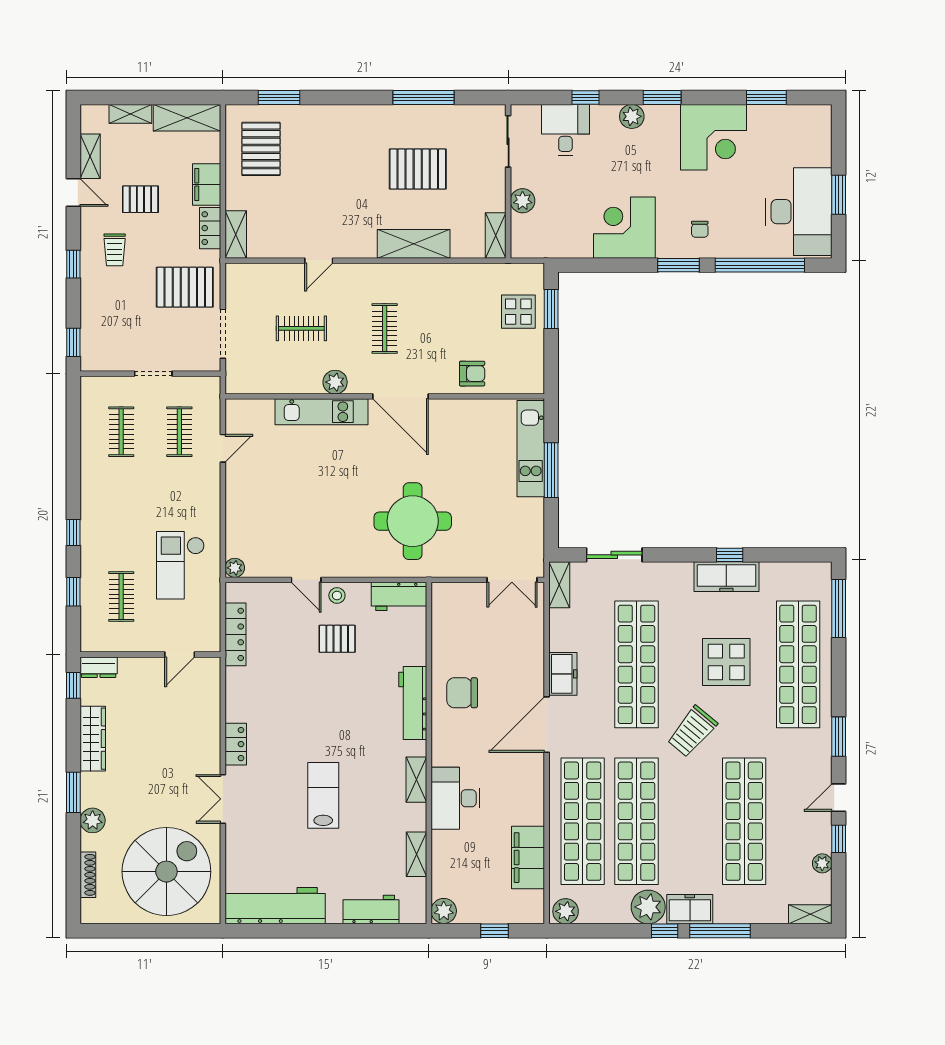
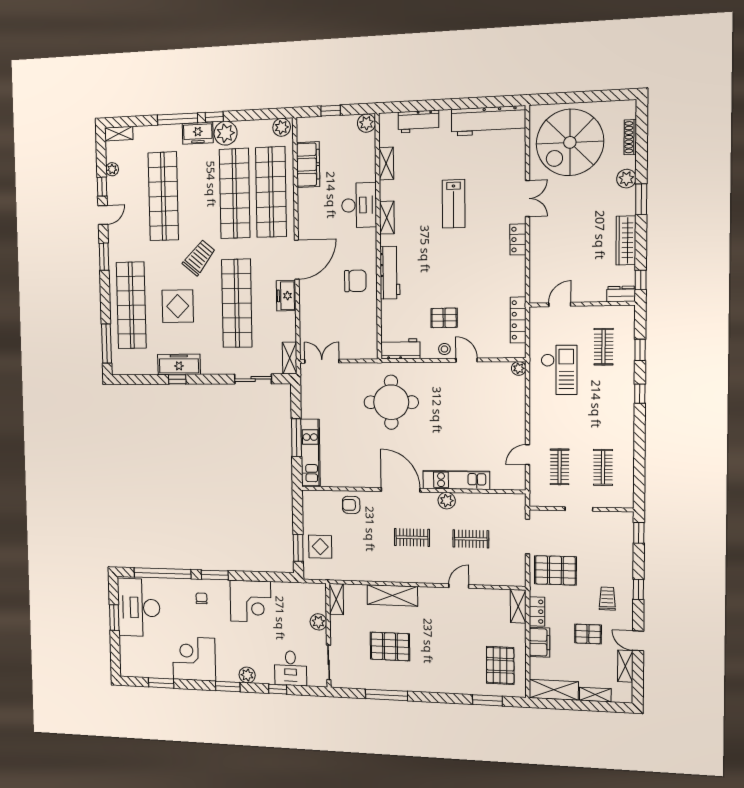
clothes rail: (385, 328) -> (412, 537), turned 90

